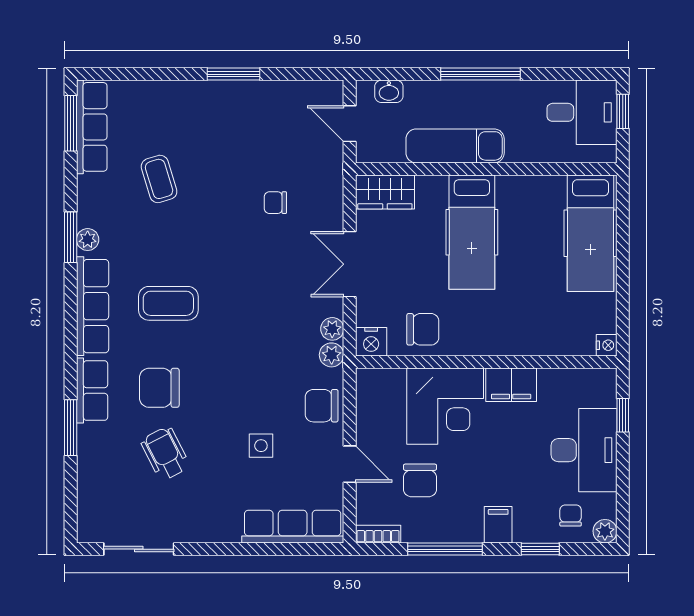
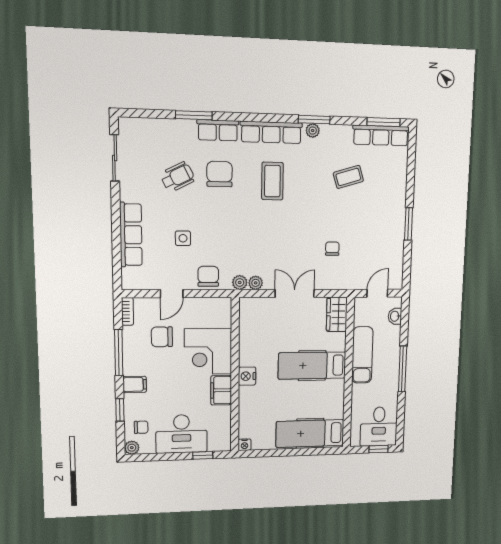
chair: (423, 329) -> (255, 337), removed
nightstand: (371, 342) -> (247, 376), moved
row of seats: (293, 527) -> (131, 235), moved

